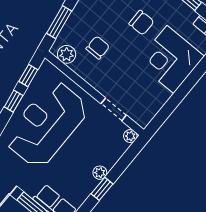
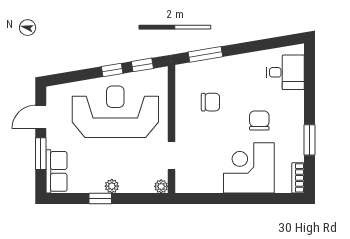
chair: (141, 23) -> (259, 121), turned 180
plant: (67, 54) -> (184, 82), removed

